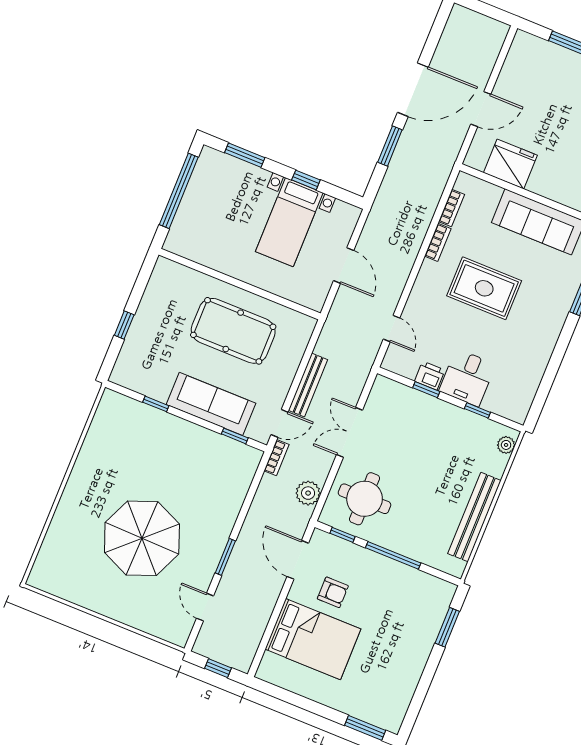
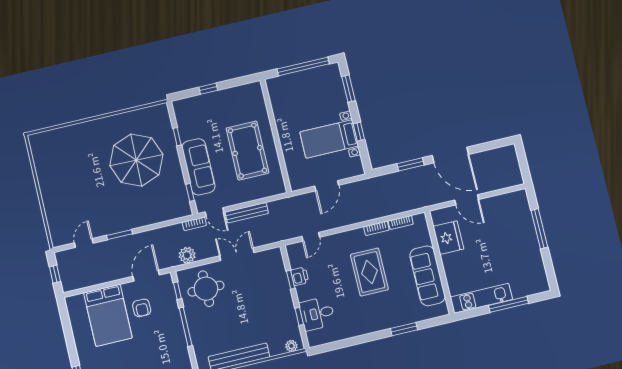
desk: (467, 378) -> (317, 314), moved
parasol: (142, 538) -> (136, 160), moved

